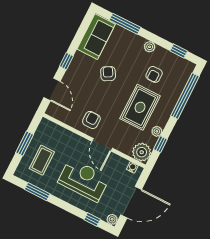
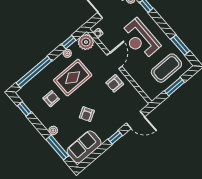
plant: (150, 47) -> (53, 130), moved
door: (52, 89) -> (136, 120), swing flipped
coffee table: (42, 160) -> (166, 68), width x1.36, depth x1.32

